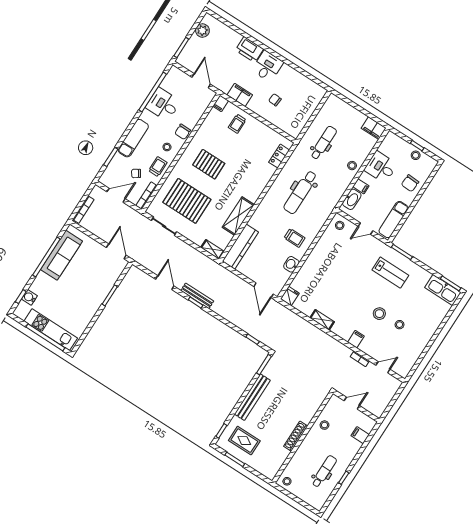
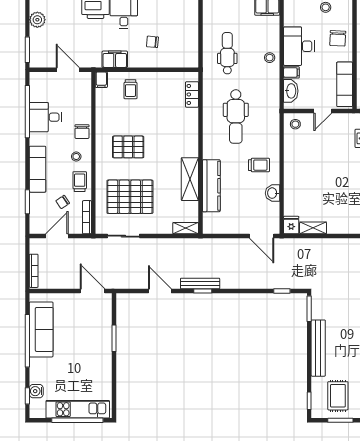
desk: (381, 167) -> (299, 46), width x1.37
kitchen counter: (240, 247) -> (211, 186), moved
shelving: (322, 320) -> (313, 228), moved
rug: (244, 441) -> (338, 396), turned 90

